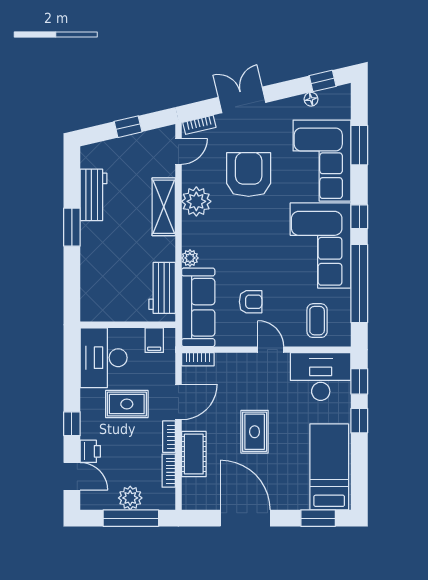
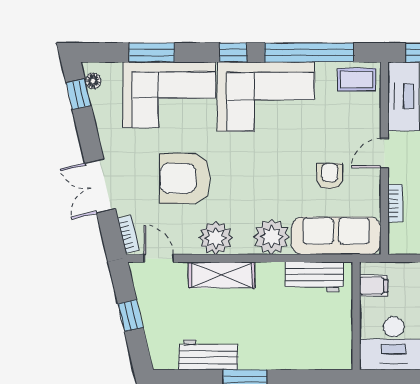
floor lamp: (311, 99) -> (93, 81), moved
plant: (190, 258) -> (272, 237), width x1.87, depth x1.87
coffee table: (317, 321) -> (357, 80), moved
bookcase: (198, 359) -> (395, 203), moved

